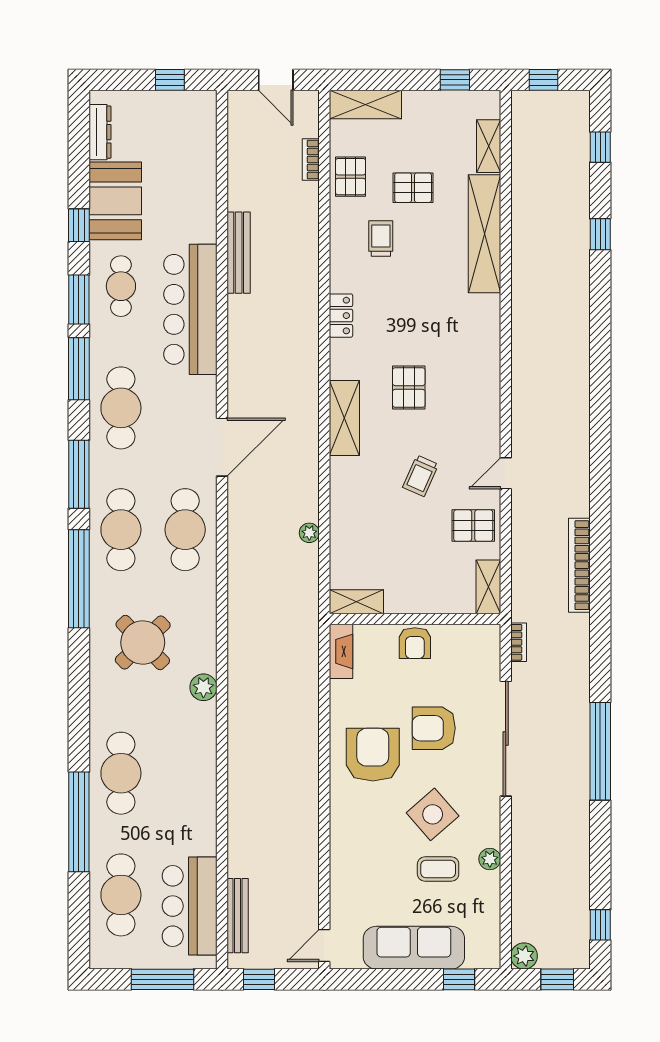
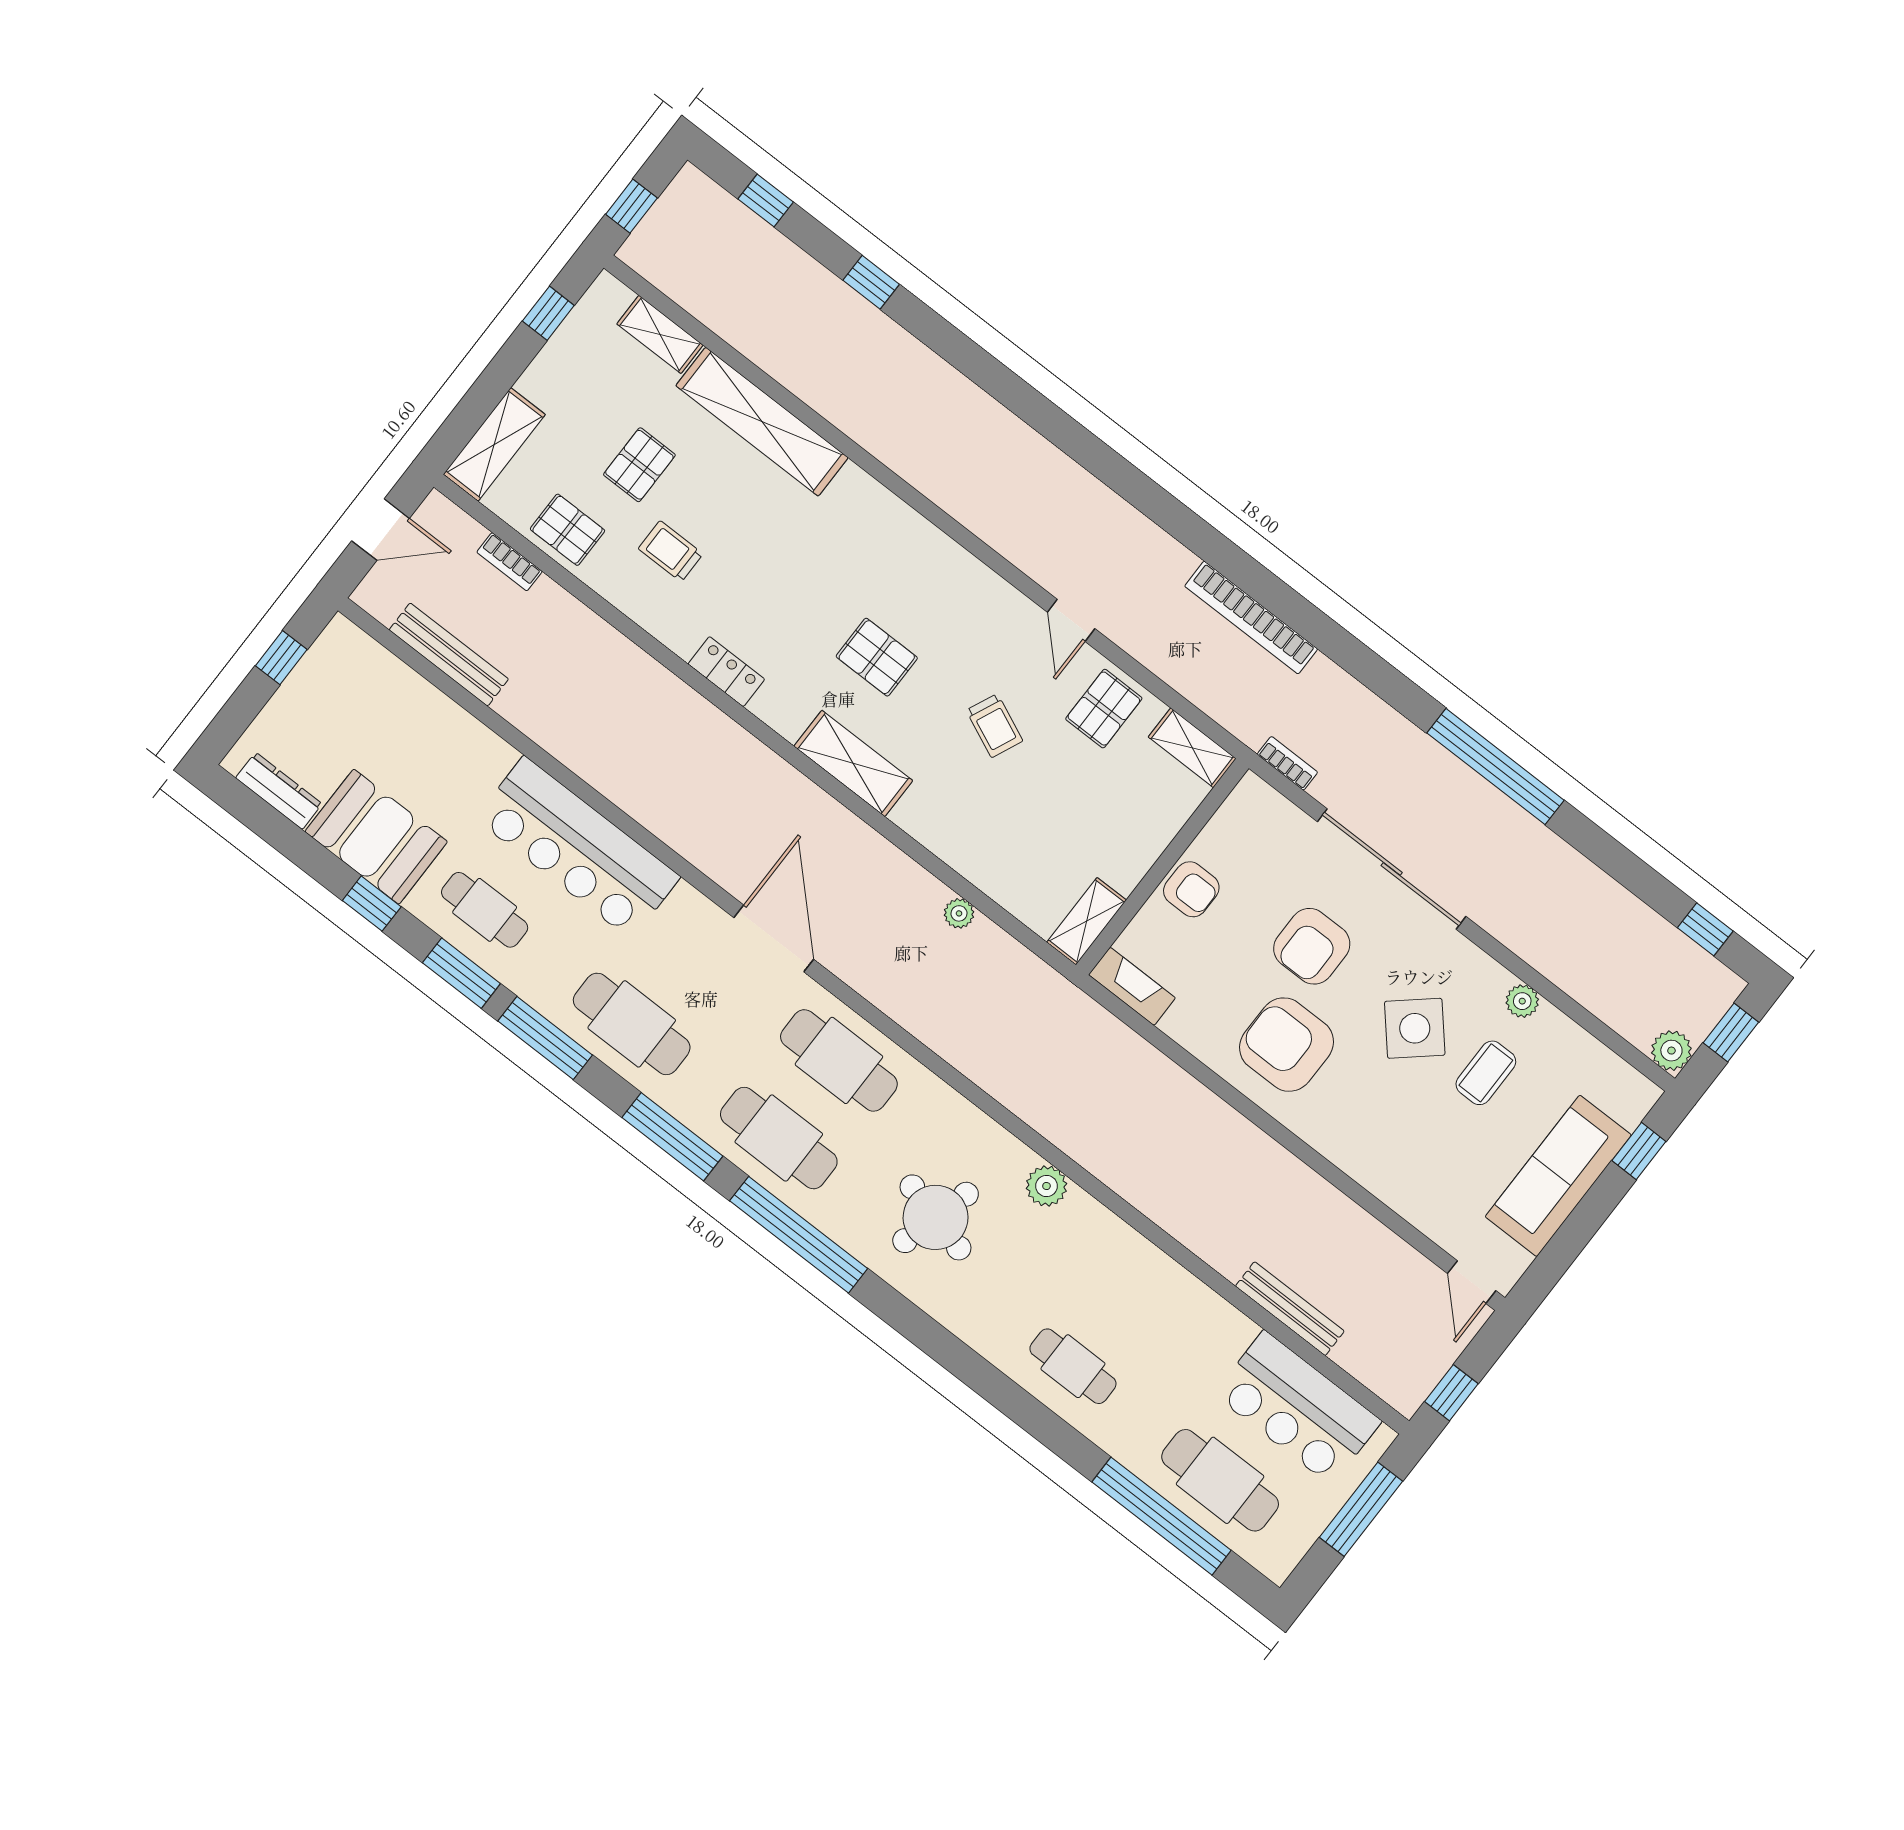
bench: (239, 253) -> (449, 654), moved
round table: (143, 643) -> (936, 1217), turned -31
cafe table: (121, 773) -> (1073, 1366), width x0.73, depth x0.74
window: (79, 822) -> (1162, 1516), moved
bench: (238, 916) -> (1290, 1309), moved

